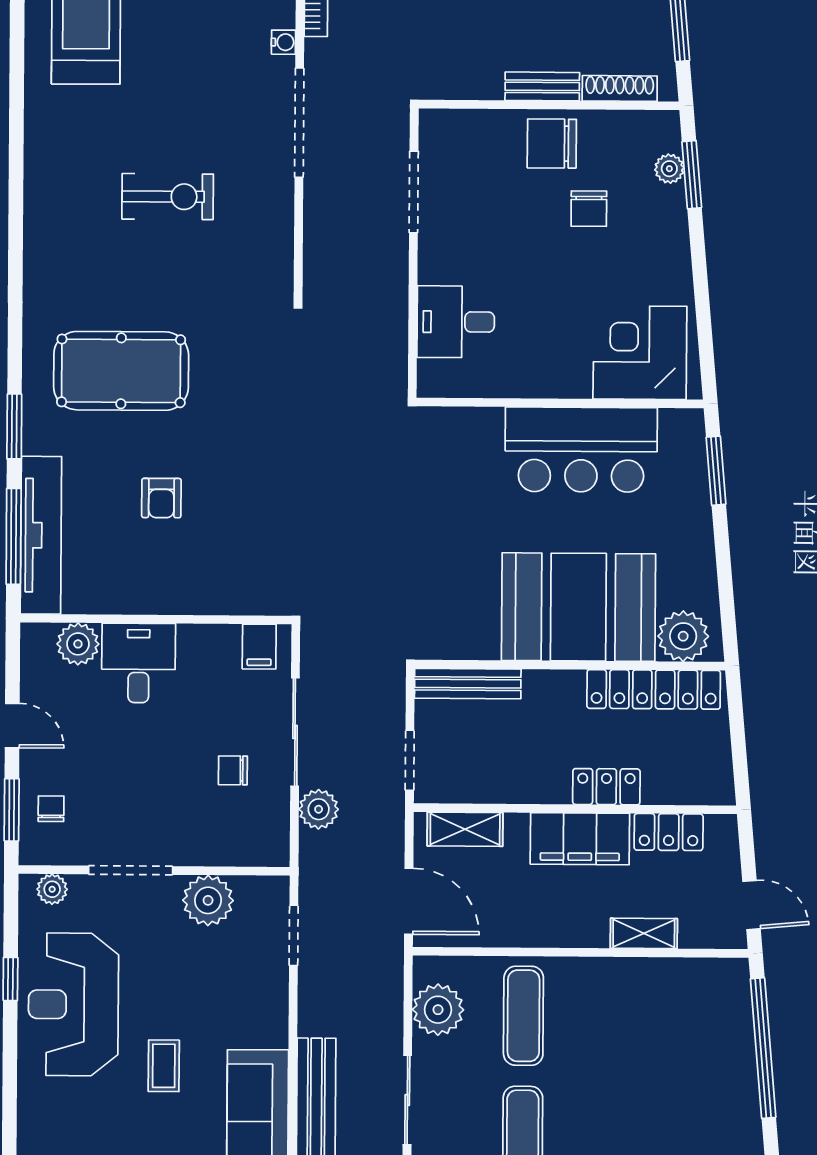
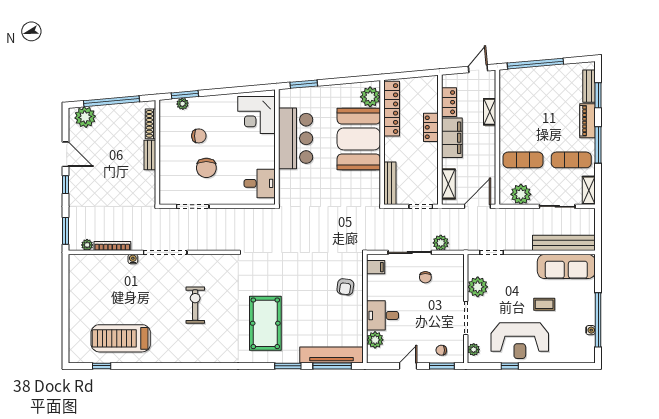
chair: (552, 144) -> (206, 168), moved
desk: (456, 322) -> (260, 183), moved, turned -90
armchair: (161, 498) -> (345, 287), moved, turned 98

